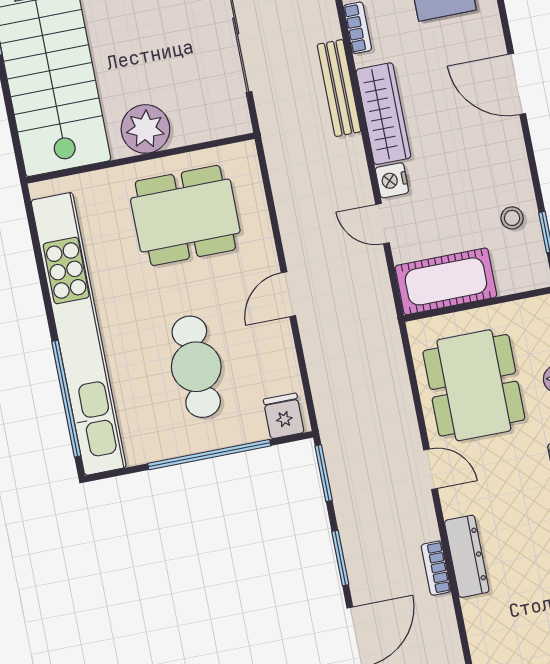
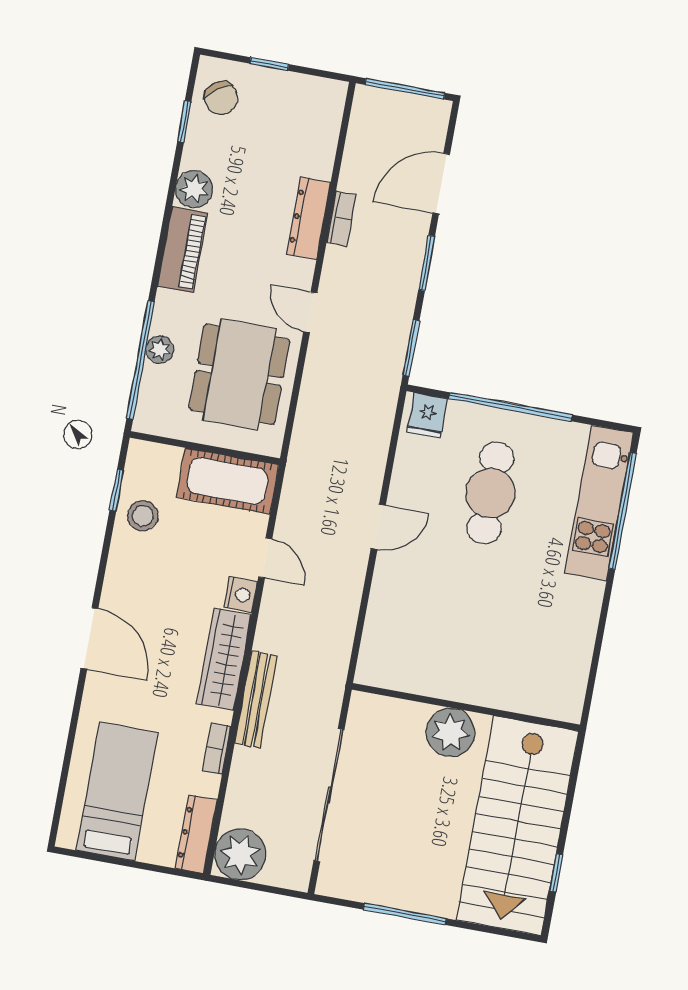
dining table: (185, 215) -> (445, 637), removed
stool: (512, 218) -> (143, 516), width x1.37, depth x1.37
kitchen unit: (79, 334) -> (599, 503), width x0.54

